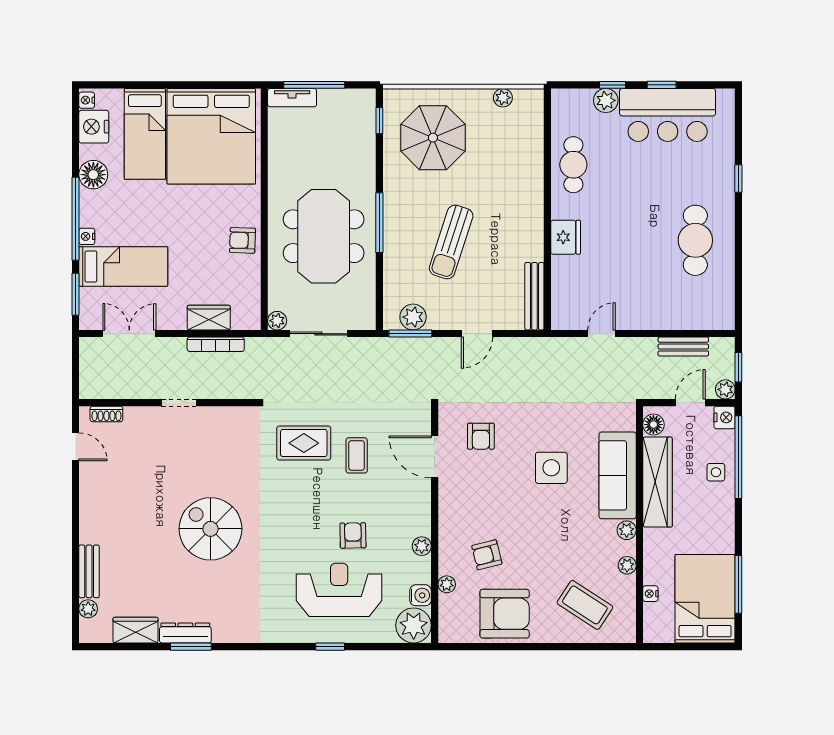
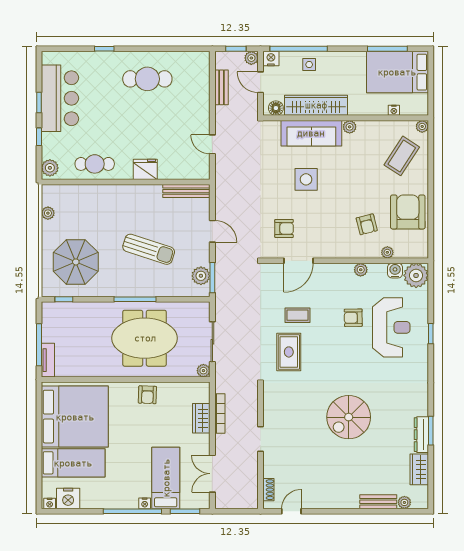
plant: (606, 100) -> (50, 168), moved
floor lamp: (93, 175) -> (102, 499), removed
plant: (627, 565) -> (422, 126), moved
reception desk: (339, 590) -> (391, 327), turned 180

